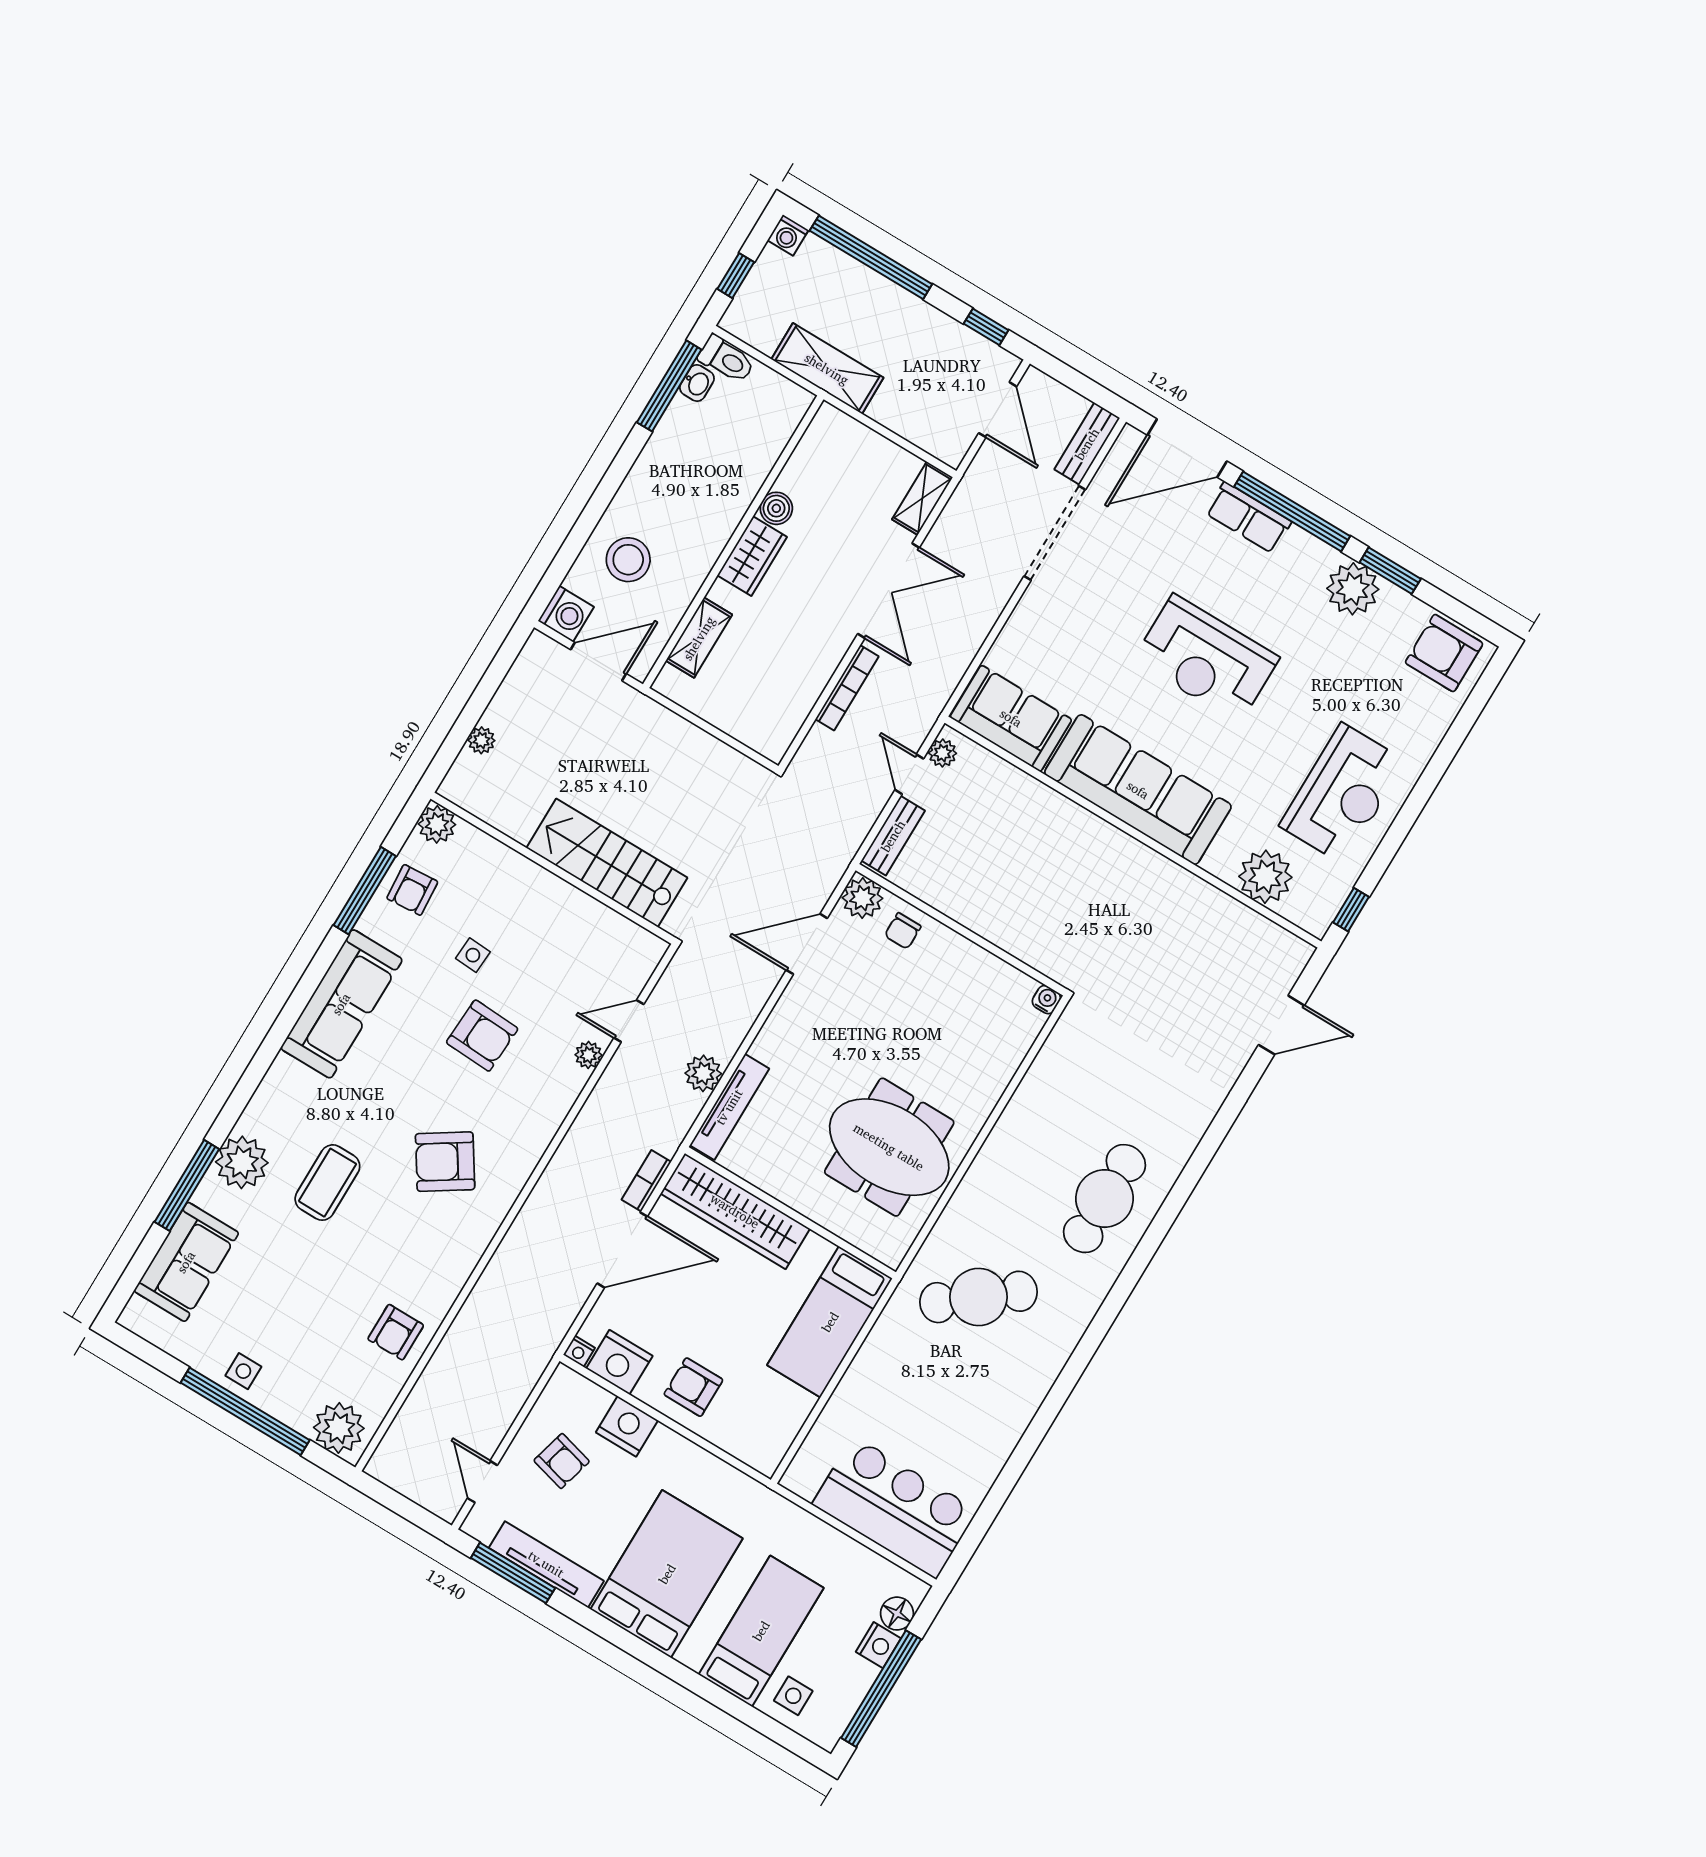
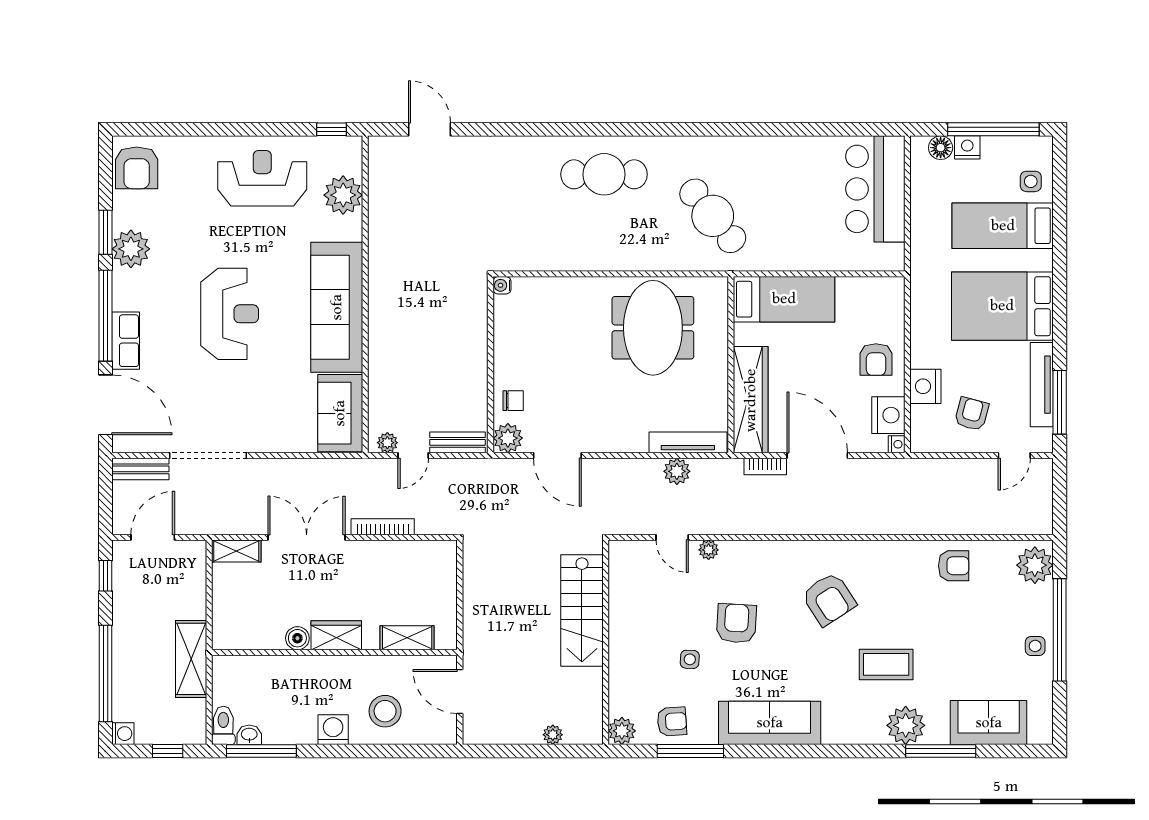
washing machine: (566, 614) -> (333, 730), moved

